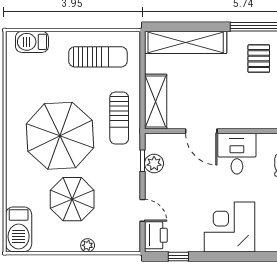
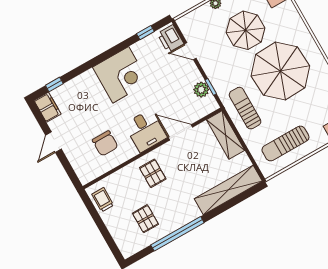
pallet: (259, 59) -> (153, 173), moved

